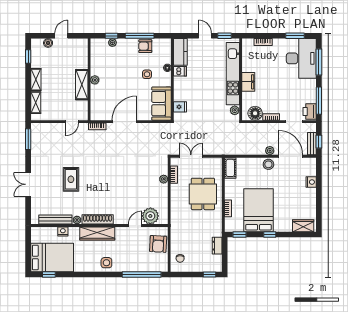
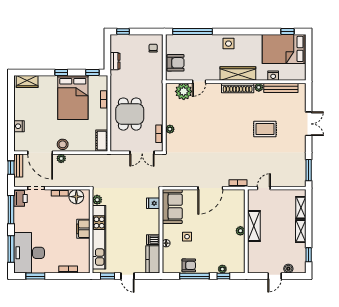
rug: (71, 179) -> (265, 129), turned 90
armchair: (158, 244) -> (176, 63), turned 87

